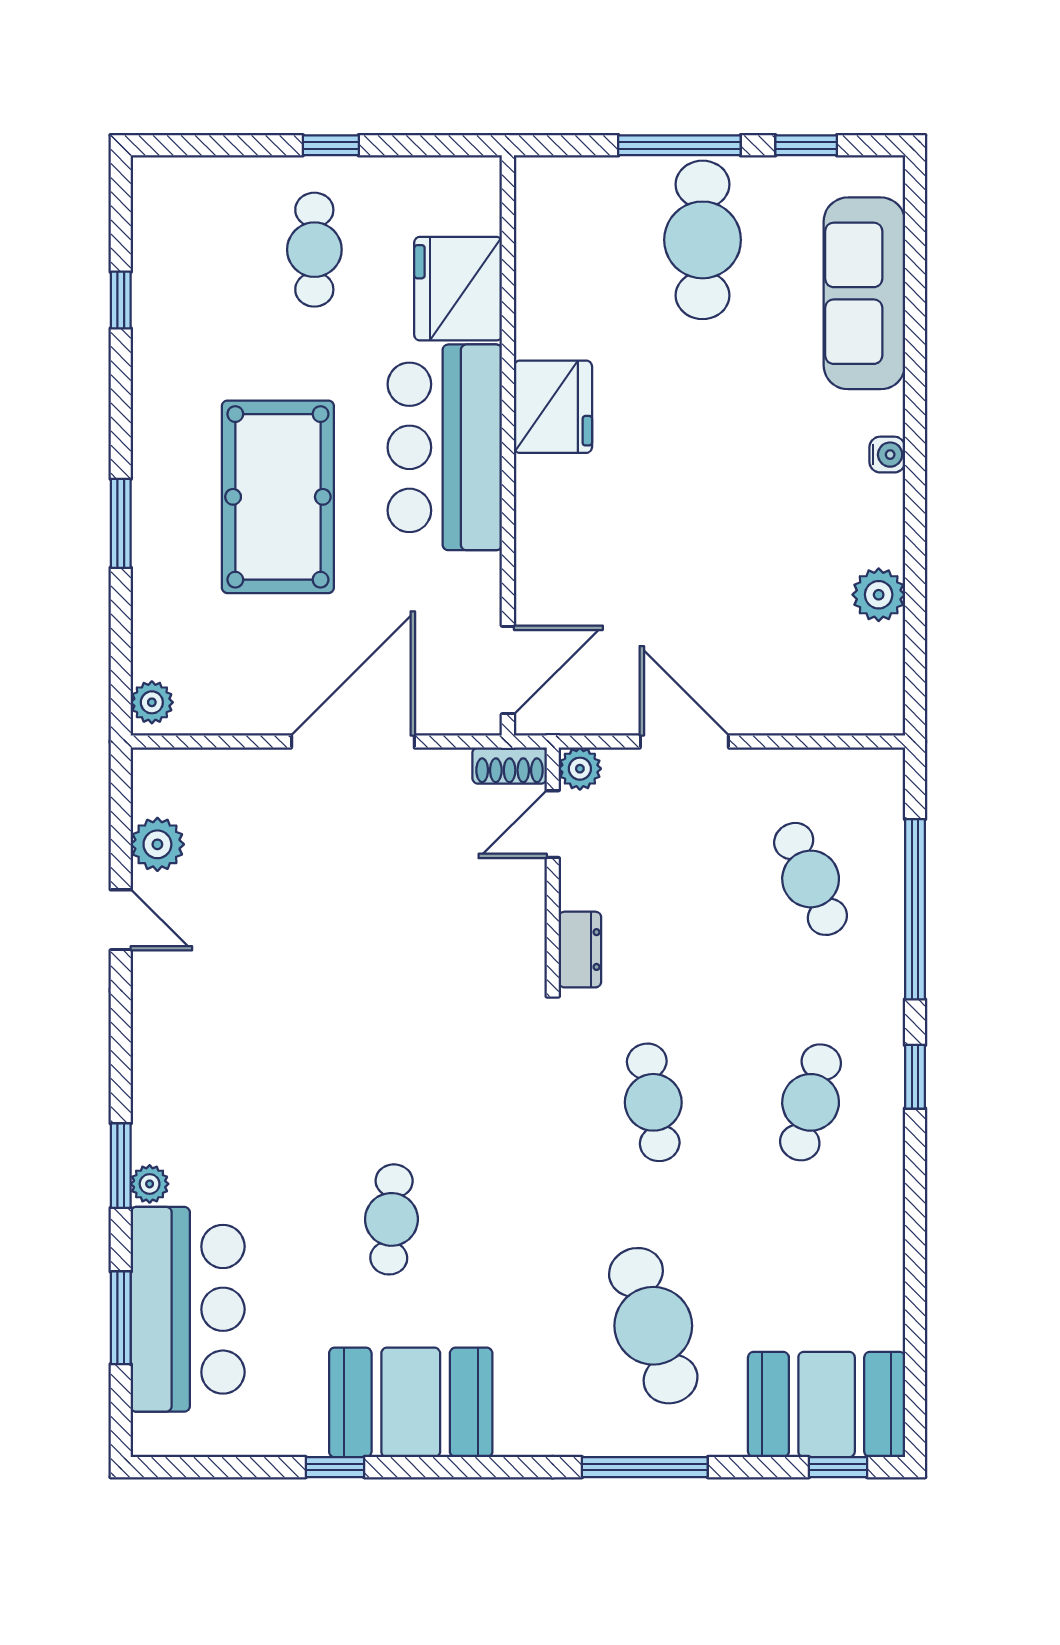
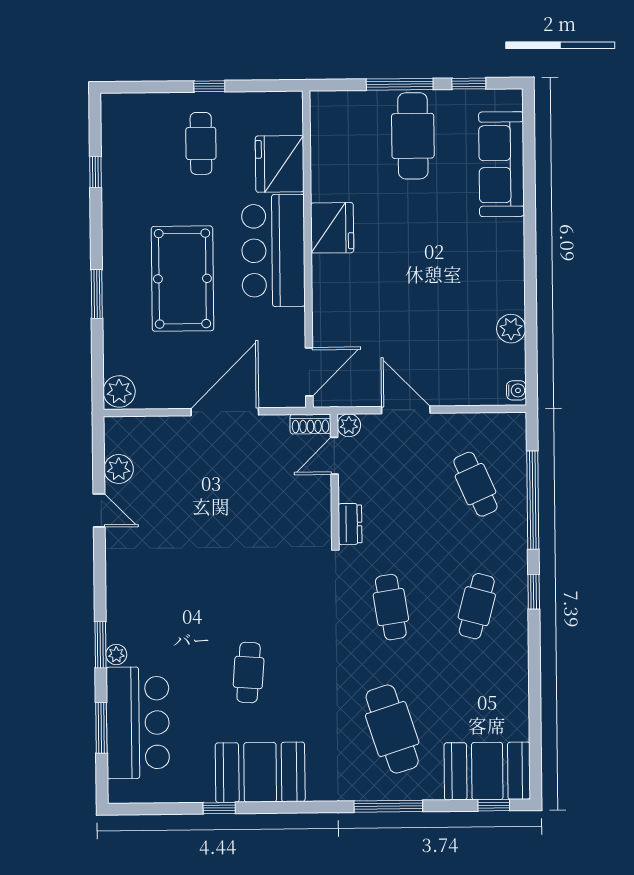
water cooler: (887, 455) -> (516, 390), moved
plant: (152, 702) -> (119, 391), width x1.38, depth x1.38

